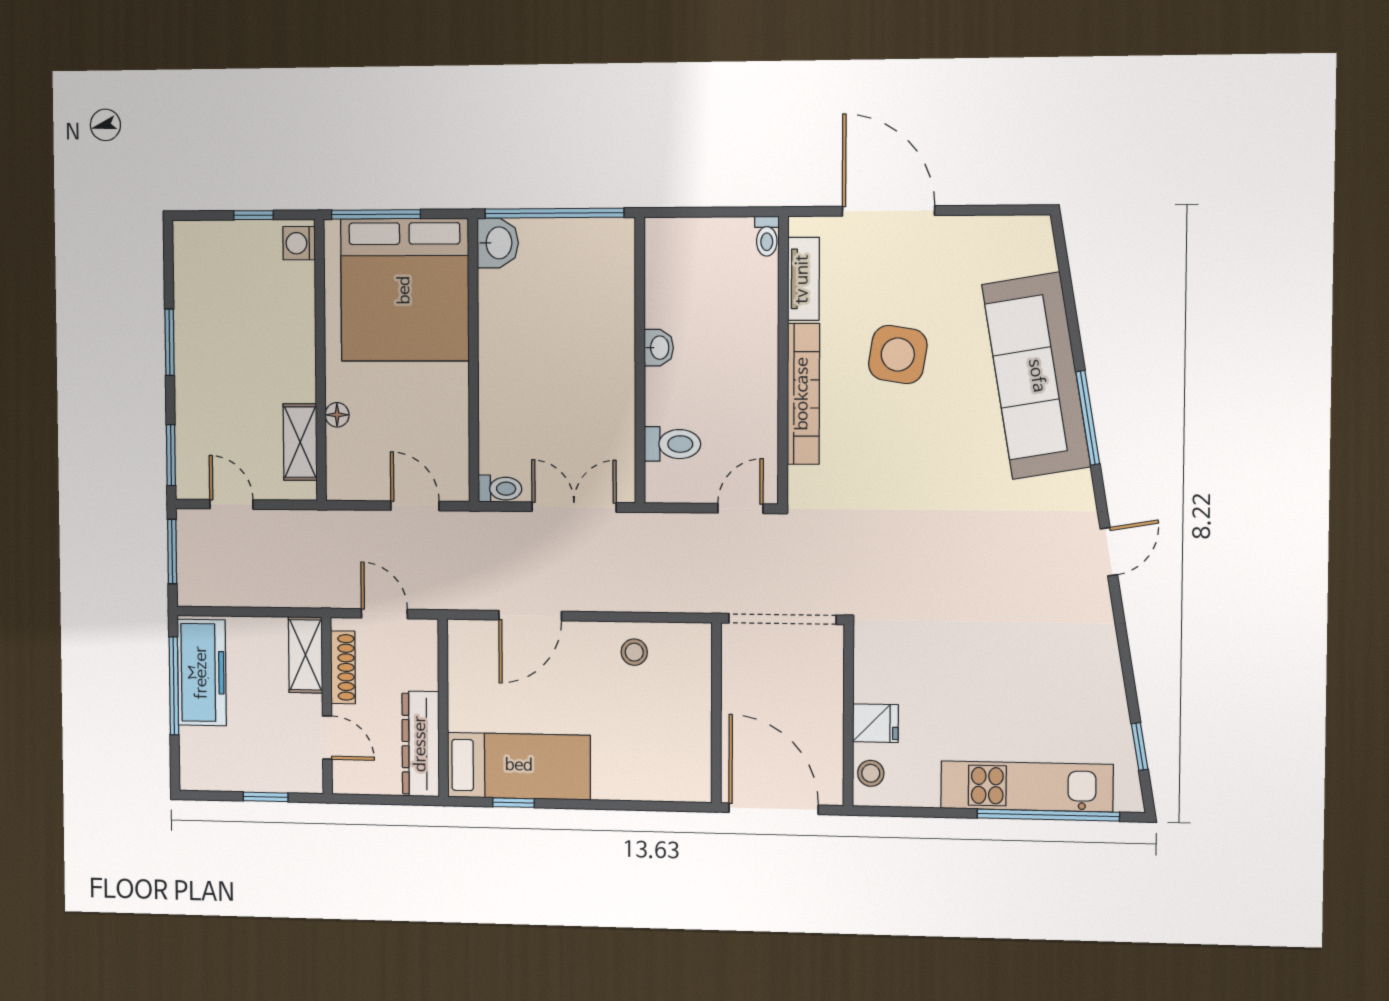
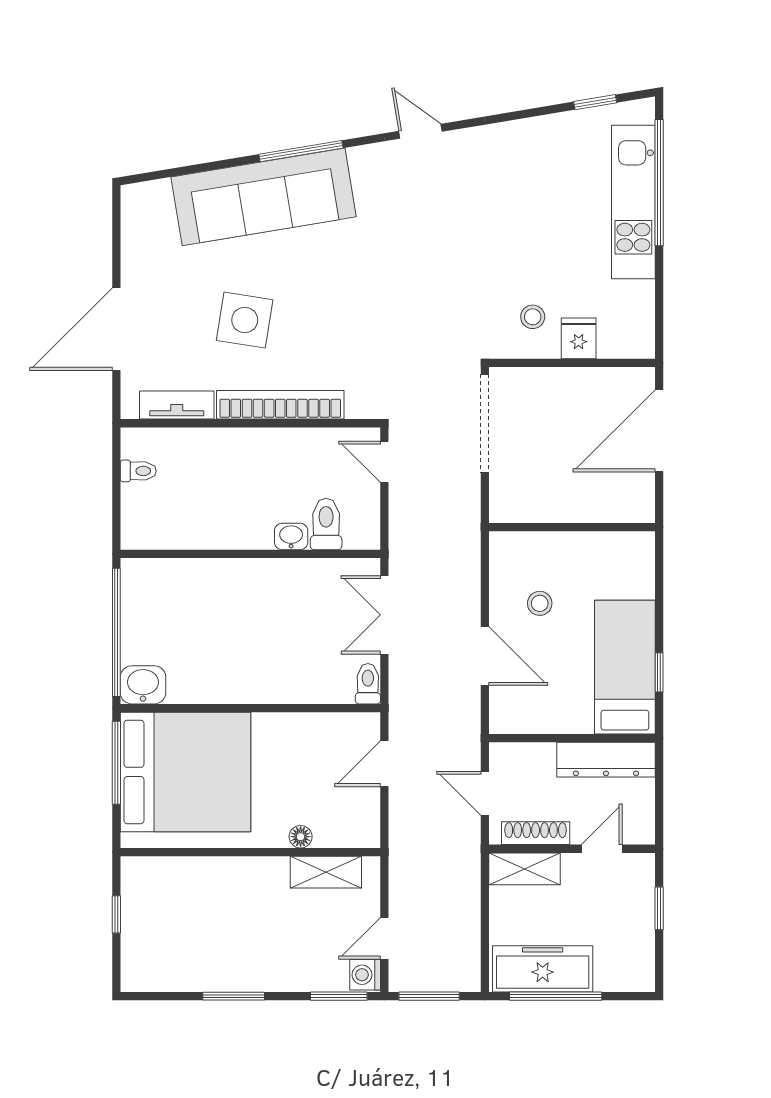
window: (376, 214) -> (116, 763), moved
toilet: (767, 236) -> (138, 471), moved
washing machine: (299, 243) -> (365, 975), moved, turned 90
washbasin: (659, 348) -> (291, 536), moved
door: (384, 614) -> (485, 793), hinge flipped
stool: (634, 652) -> (540, 603), moved
wall: (716, 713) -> (572, 527), moved
stool: (871, 773) -> (533, 317), moved

